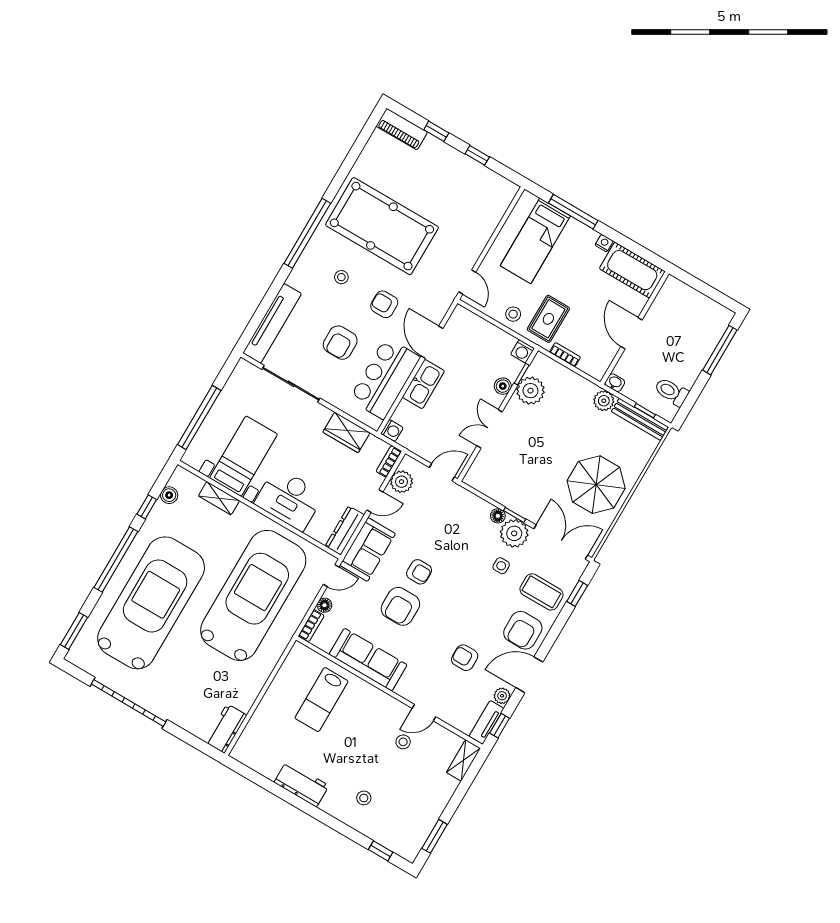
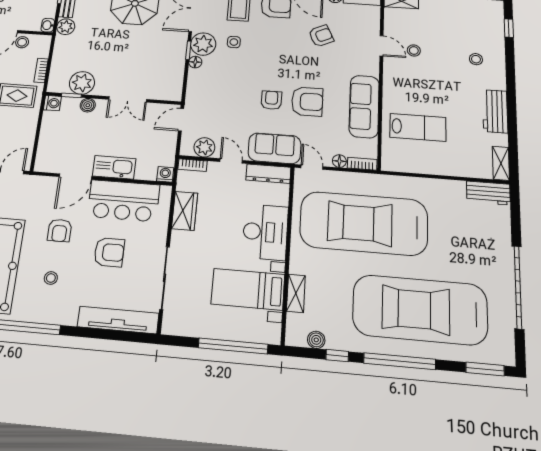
stool: (513, 314) -> (22, 42), moved
door: (442, 472) -> (181, 120), hinge flipped
armchair: (465, 658) -> (321, 36), turned -115
shelving: (248, 758) -> (501, 163), added

